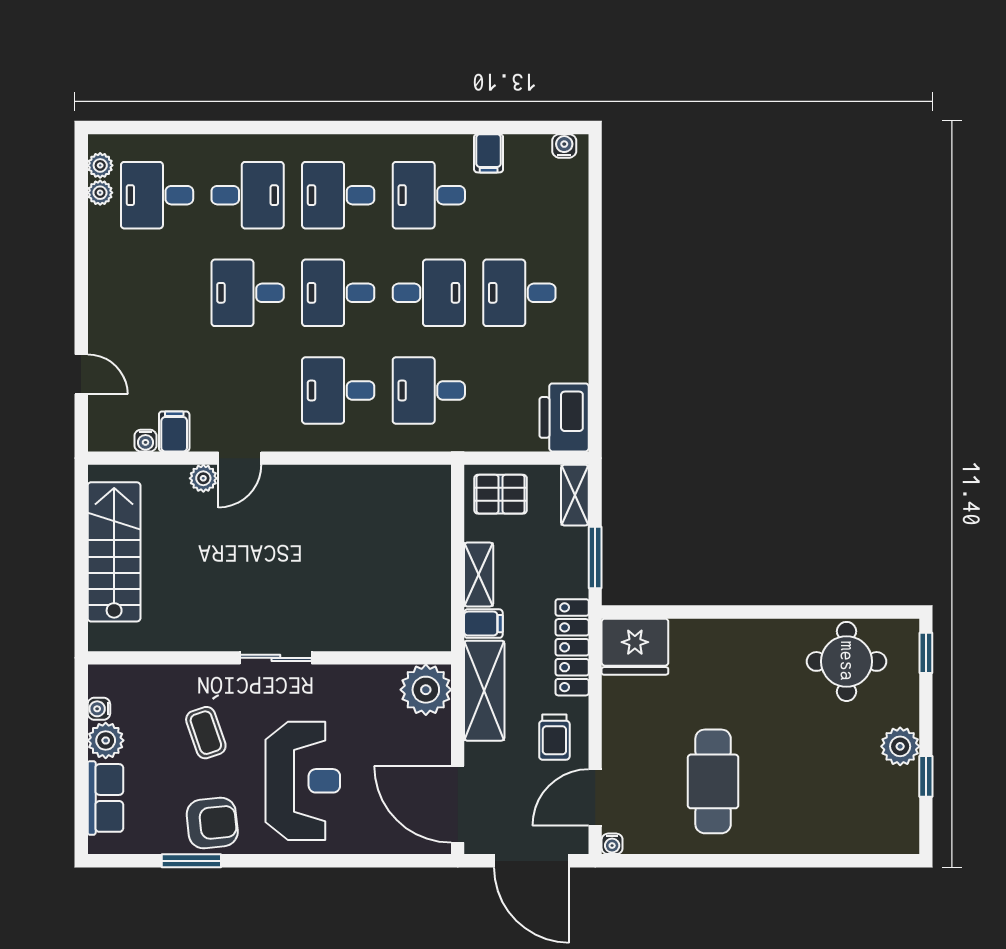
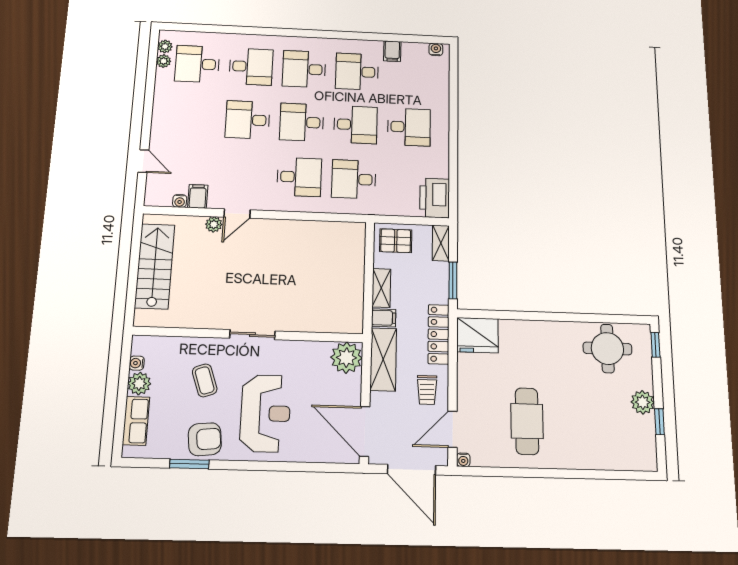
desk: (519, 293) -> (409, 127), turned 180
desk: (338, 390) -> (299, 177), turned 180

